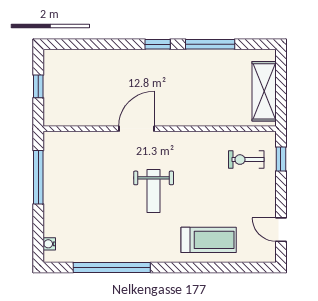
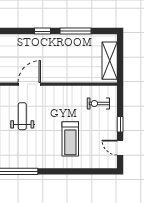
window: (281, 159) -> (120, 124), moved
weight bench: (154, 191) -> (22, 116), moved, turned 180
treadmill: (209, 240) -> (70, 139), moved, turned 90

